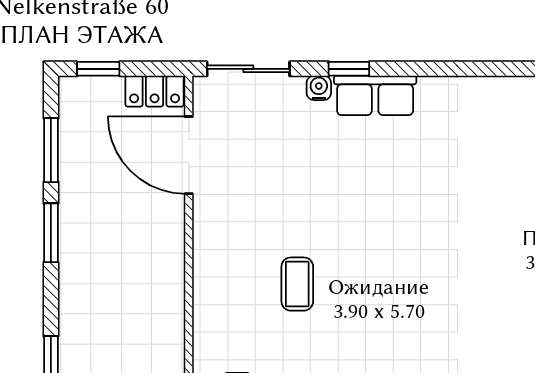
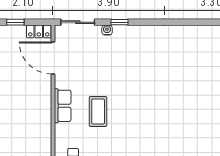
row of seats: (375, 95) -> (63, 106), moved, turned -90
coffee table: (297, 284) -> (98, 112), width x1.36, depth x1.30

